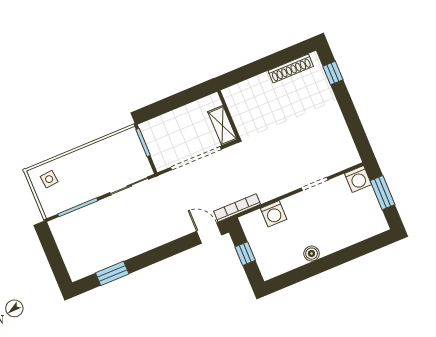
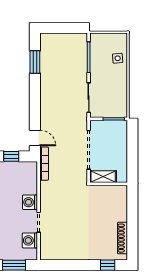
side table: (49, 179) -> (118, 58), moved
washing machine: (358, 179) -> (30, 240), moved
washing machine: (274, 214) -> (30, 202), moved
door: (209, 233) -> (35, 138), hinge flipped

